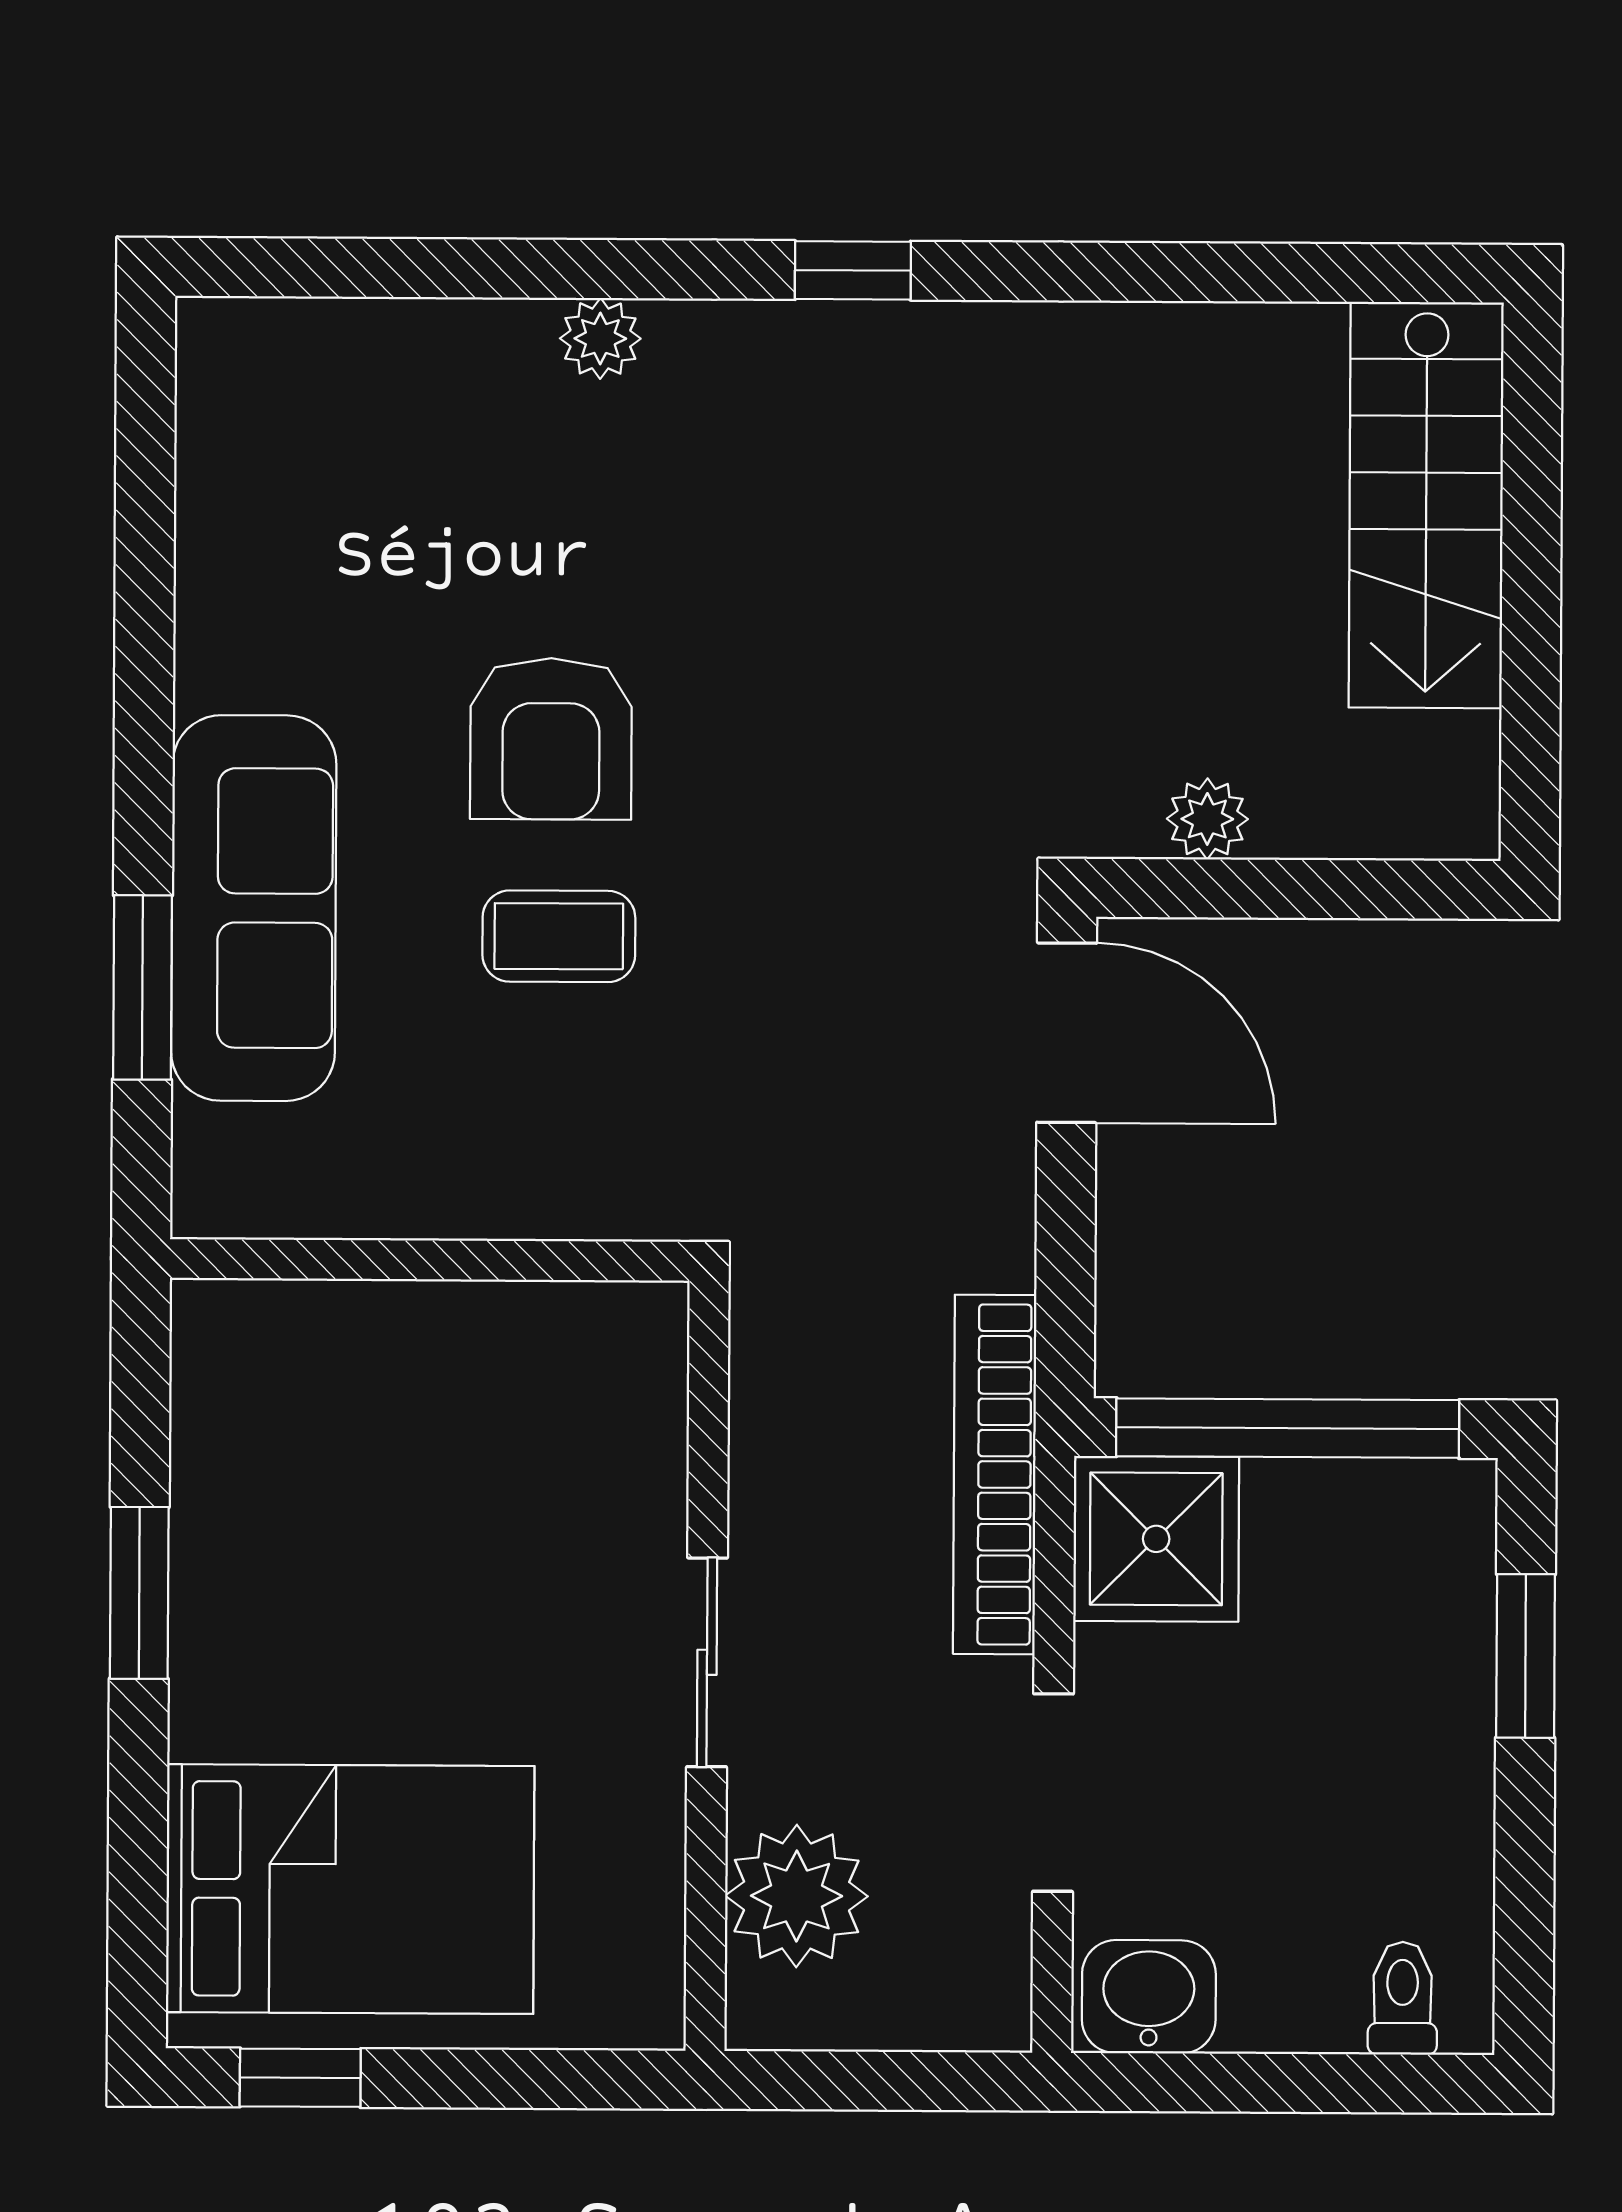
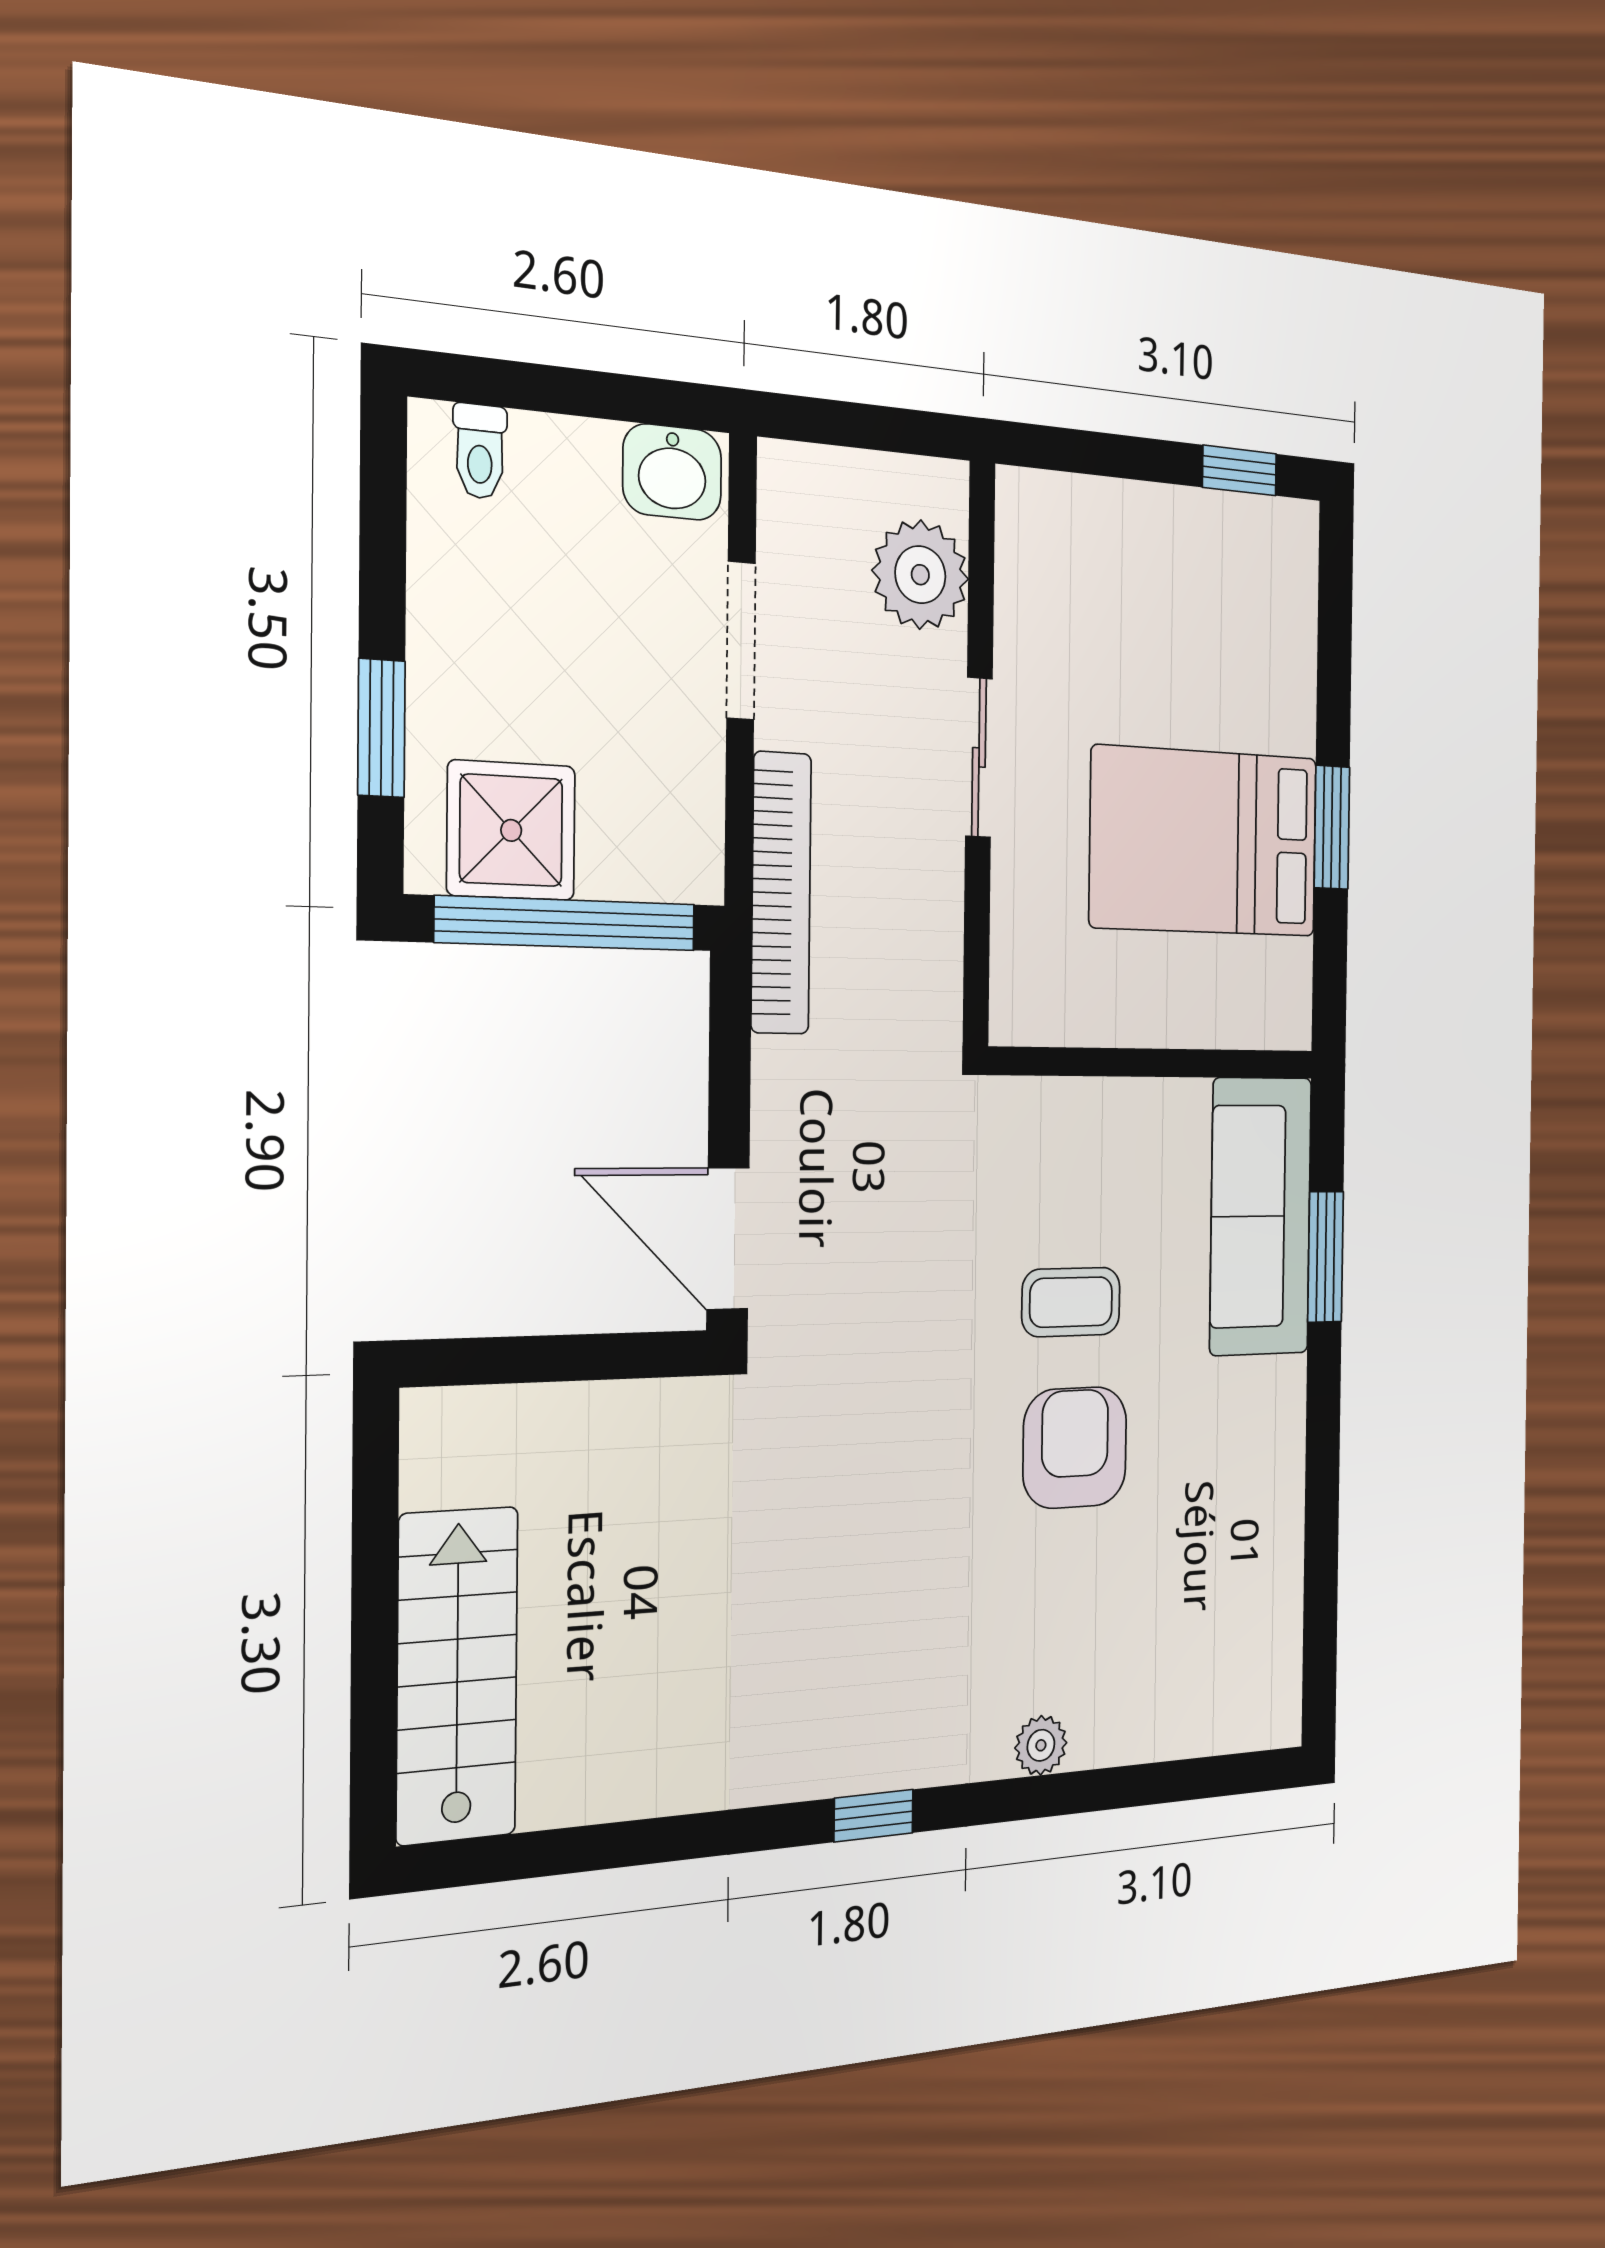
plant: (1207, 819) -> (625, 1411), removed
sofa: (254, 908) -> (1261, 1216), moved
shower: (1156, 1539) -> (511, 830), moved
bed: (350, 1889) -> (1204, 842), moved

